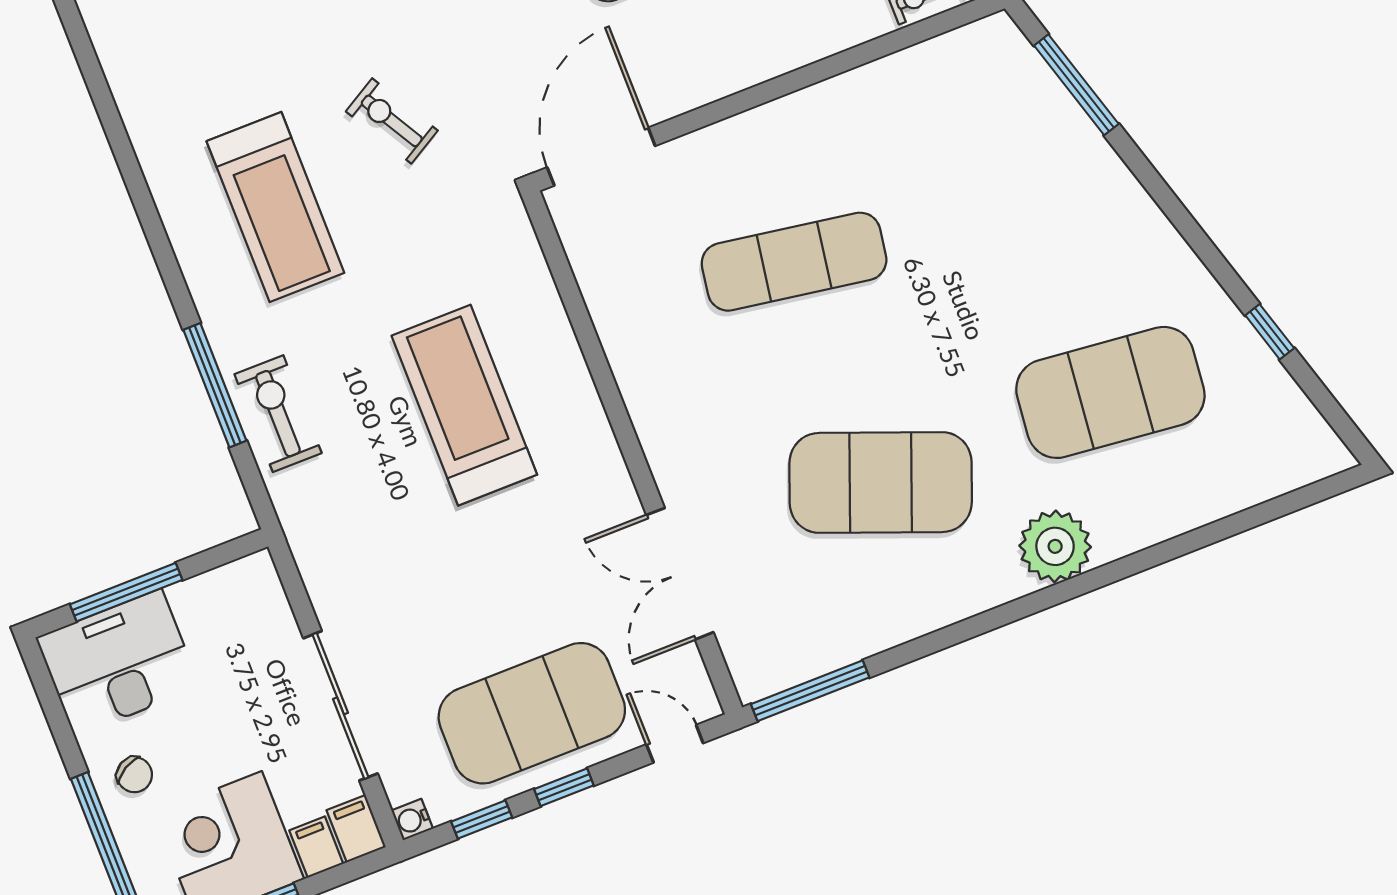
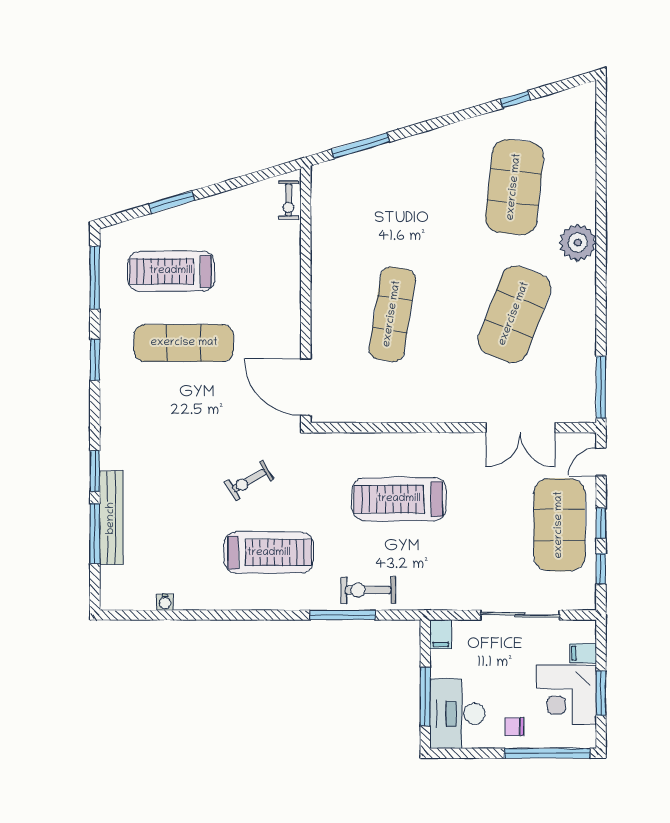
chair: (134, 775) -> (514, 727), turned -150
water cooler: (412, 820) -> (165, 602), moved
filing cabinet: (356, 829) -> (441, 634), moved, turned -90

